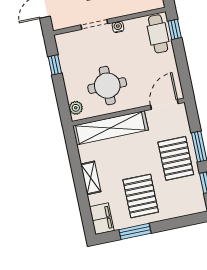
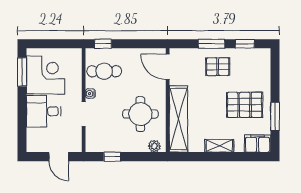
cafe table: (158, 34) -> (104, 71), moved
pallet: (176, 158) -> (218, 67), width x0.67, depth x0.71

